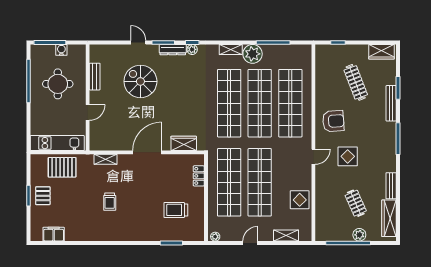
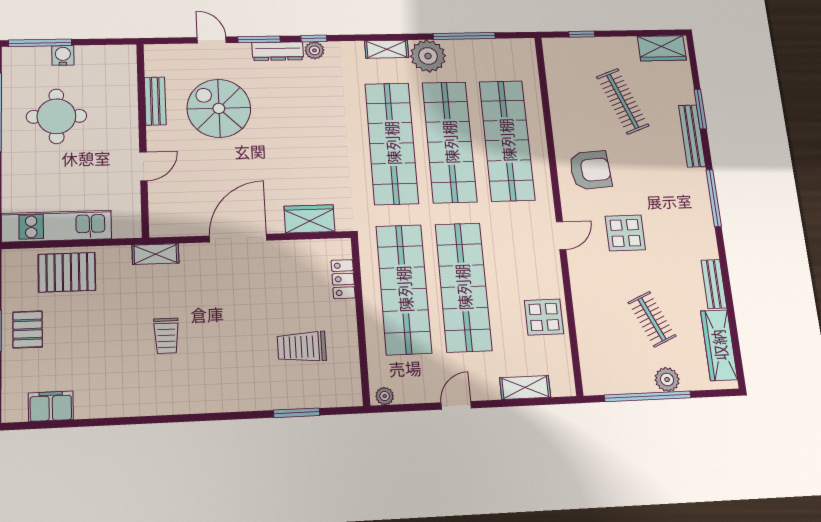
bench: (95, 77) -> (155, 101), moved
wall: (88, 97) -> (143, 139), moved
door: (88, 112) -> (143, 166), moved

